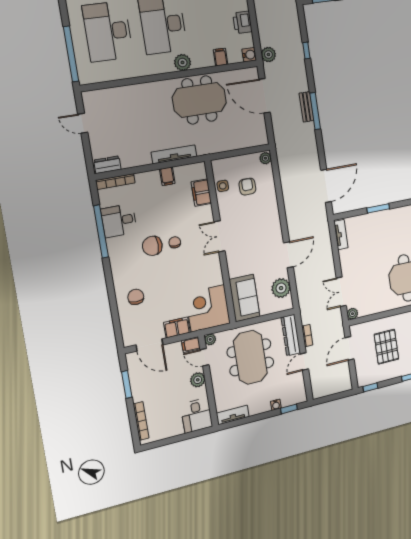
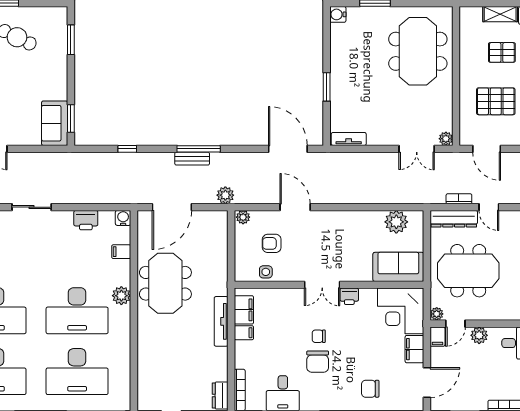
plant: (268, 55) -> (225, 195), moved
filing cabinet: (201, 193) -> (244, 310), moved, turned -90
door: (288, 255) -> (295, 207), moved
printer: (213, 262) -> (349, 296), added

